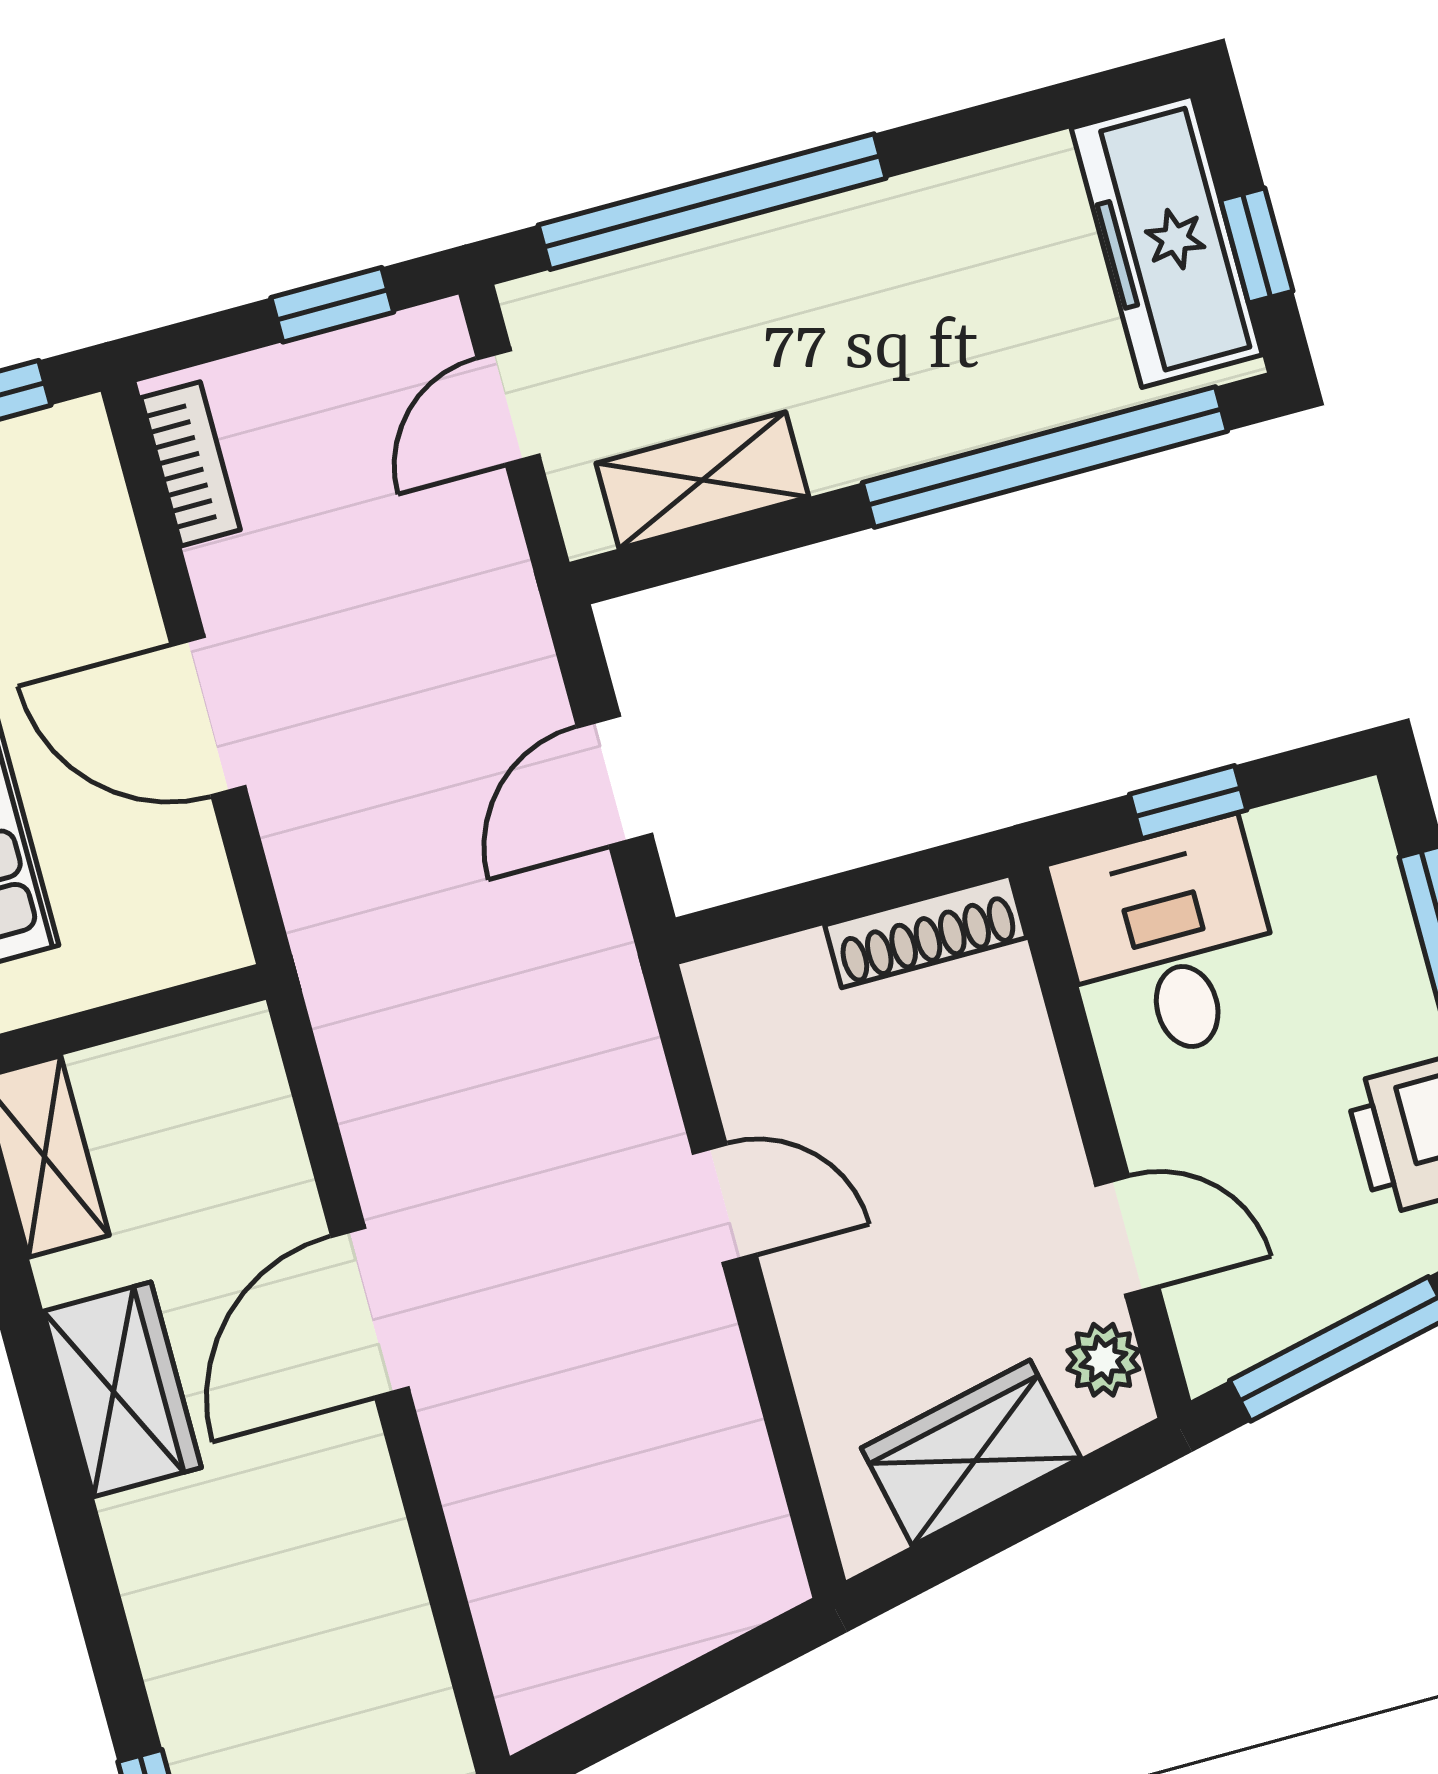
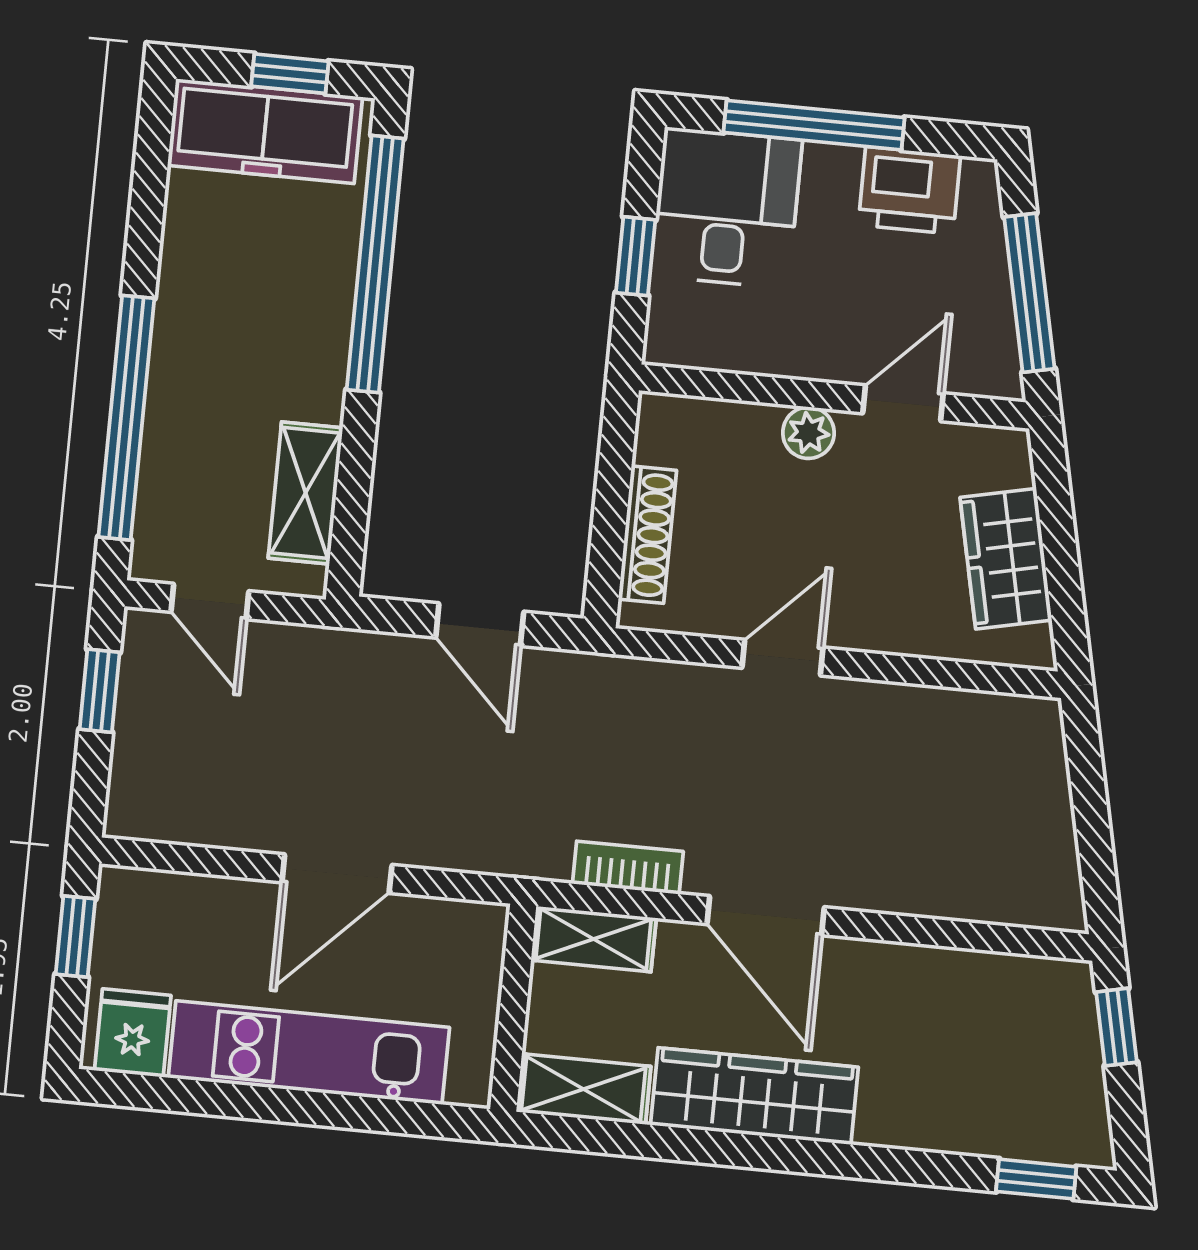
bookcase: (191, 464) -> (628, 868), moved
shoe rack: (926, 931) -> (647, 535), moved
desk: (1170, 942) -> (726, 208), moved, turned 90
shelving: (251, 1094) -> (594, 939), added
plant: (1103, 1360) -> (808, 433), moved
wardrobe: (122, 1389) -> (754, 1096), width x1.50

